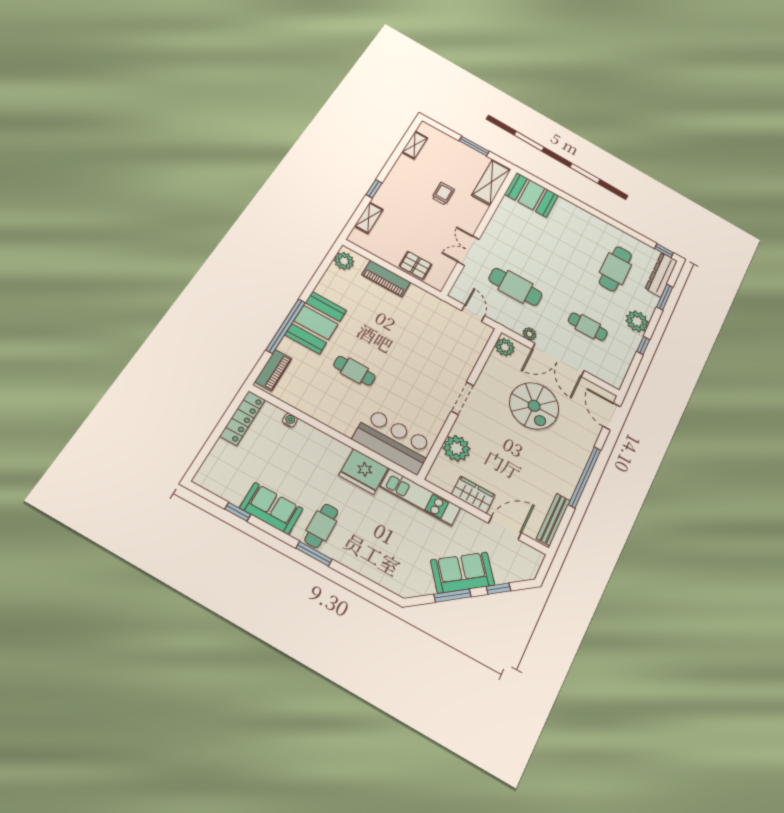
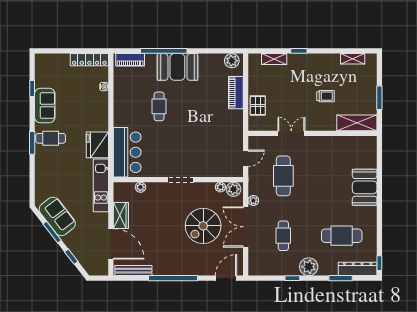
booth: (531, 195) -> (365, 187), moved
plant: (495, 360) -> (220, 187), added
plant: (457, 448) -> (140, 187), width x0.53, depth x0.53
door: (505, 528) -> (111, 244), width x1.36
sofa: (463, 573) -> (57, 216), moved

